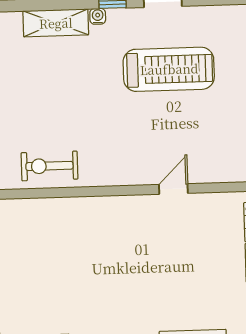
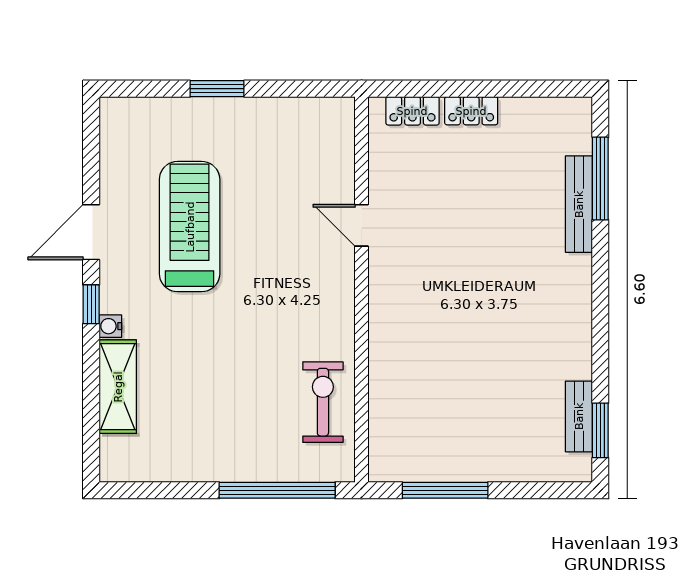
exercise bike: (49, 166) -> (323, 402), turned 180

